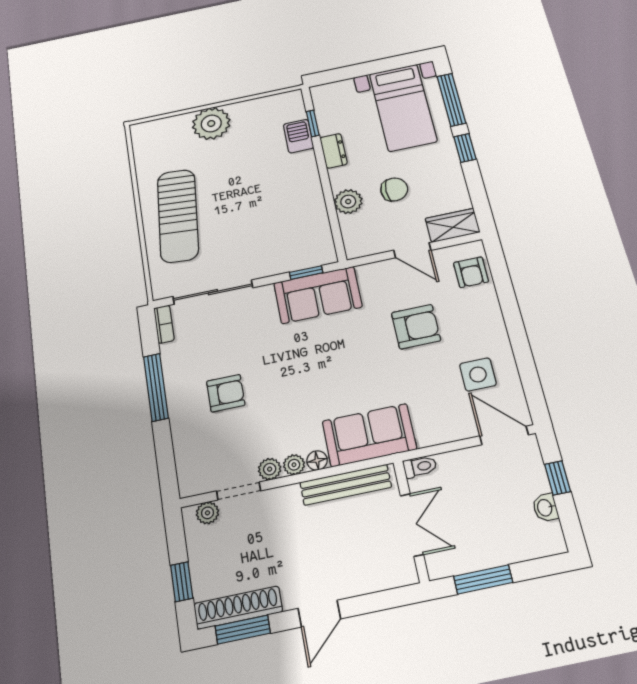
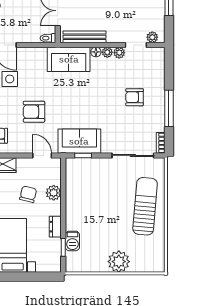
chair: (394, 189) -> (28, 194), turned 104
door: (412, 250) -> (42, 155), moved

